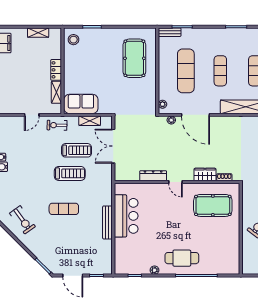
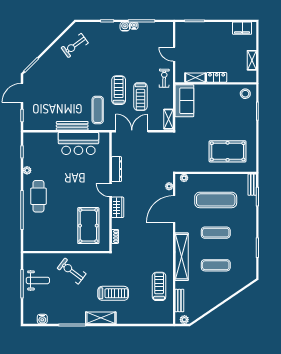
shelving: (90, 121) -> (168, 119), moved
double door: (113, 146) -> (132, 131), moved
treadmill: (70, 173) -> (119, 90), turned 180
wardrobe: (205, 175) -> (118, 207), moved
door: (175, 182) -> (111, 190), hinge flipped
exercise mat: (64, 209) -> (98, 110), moved

